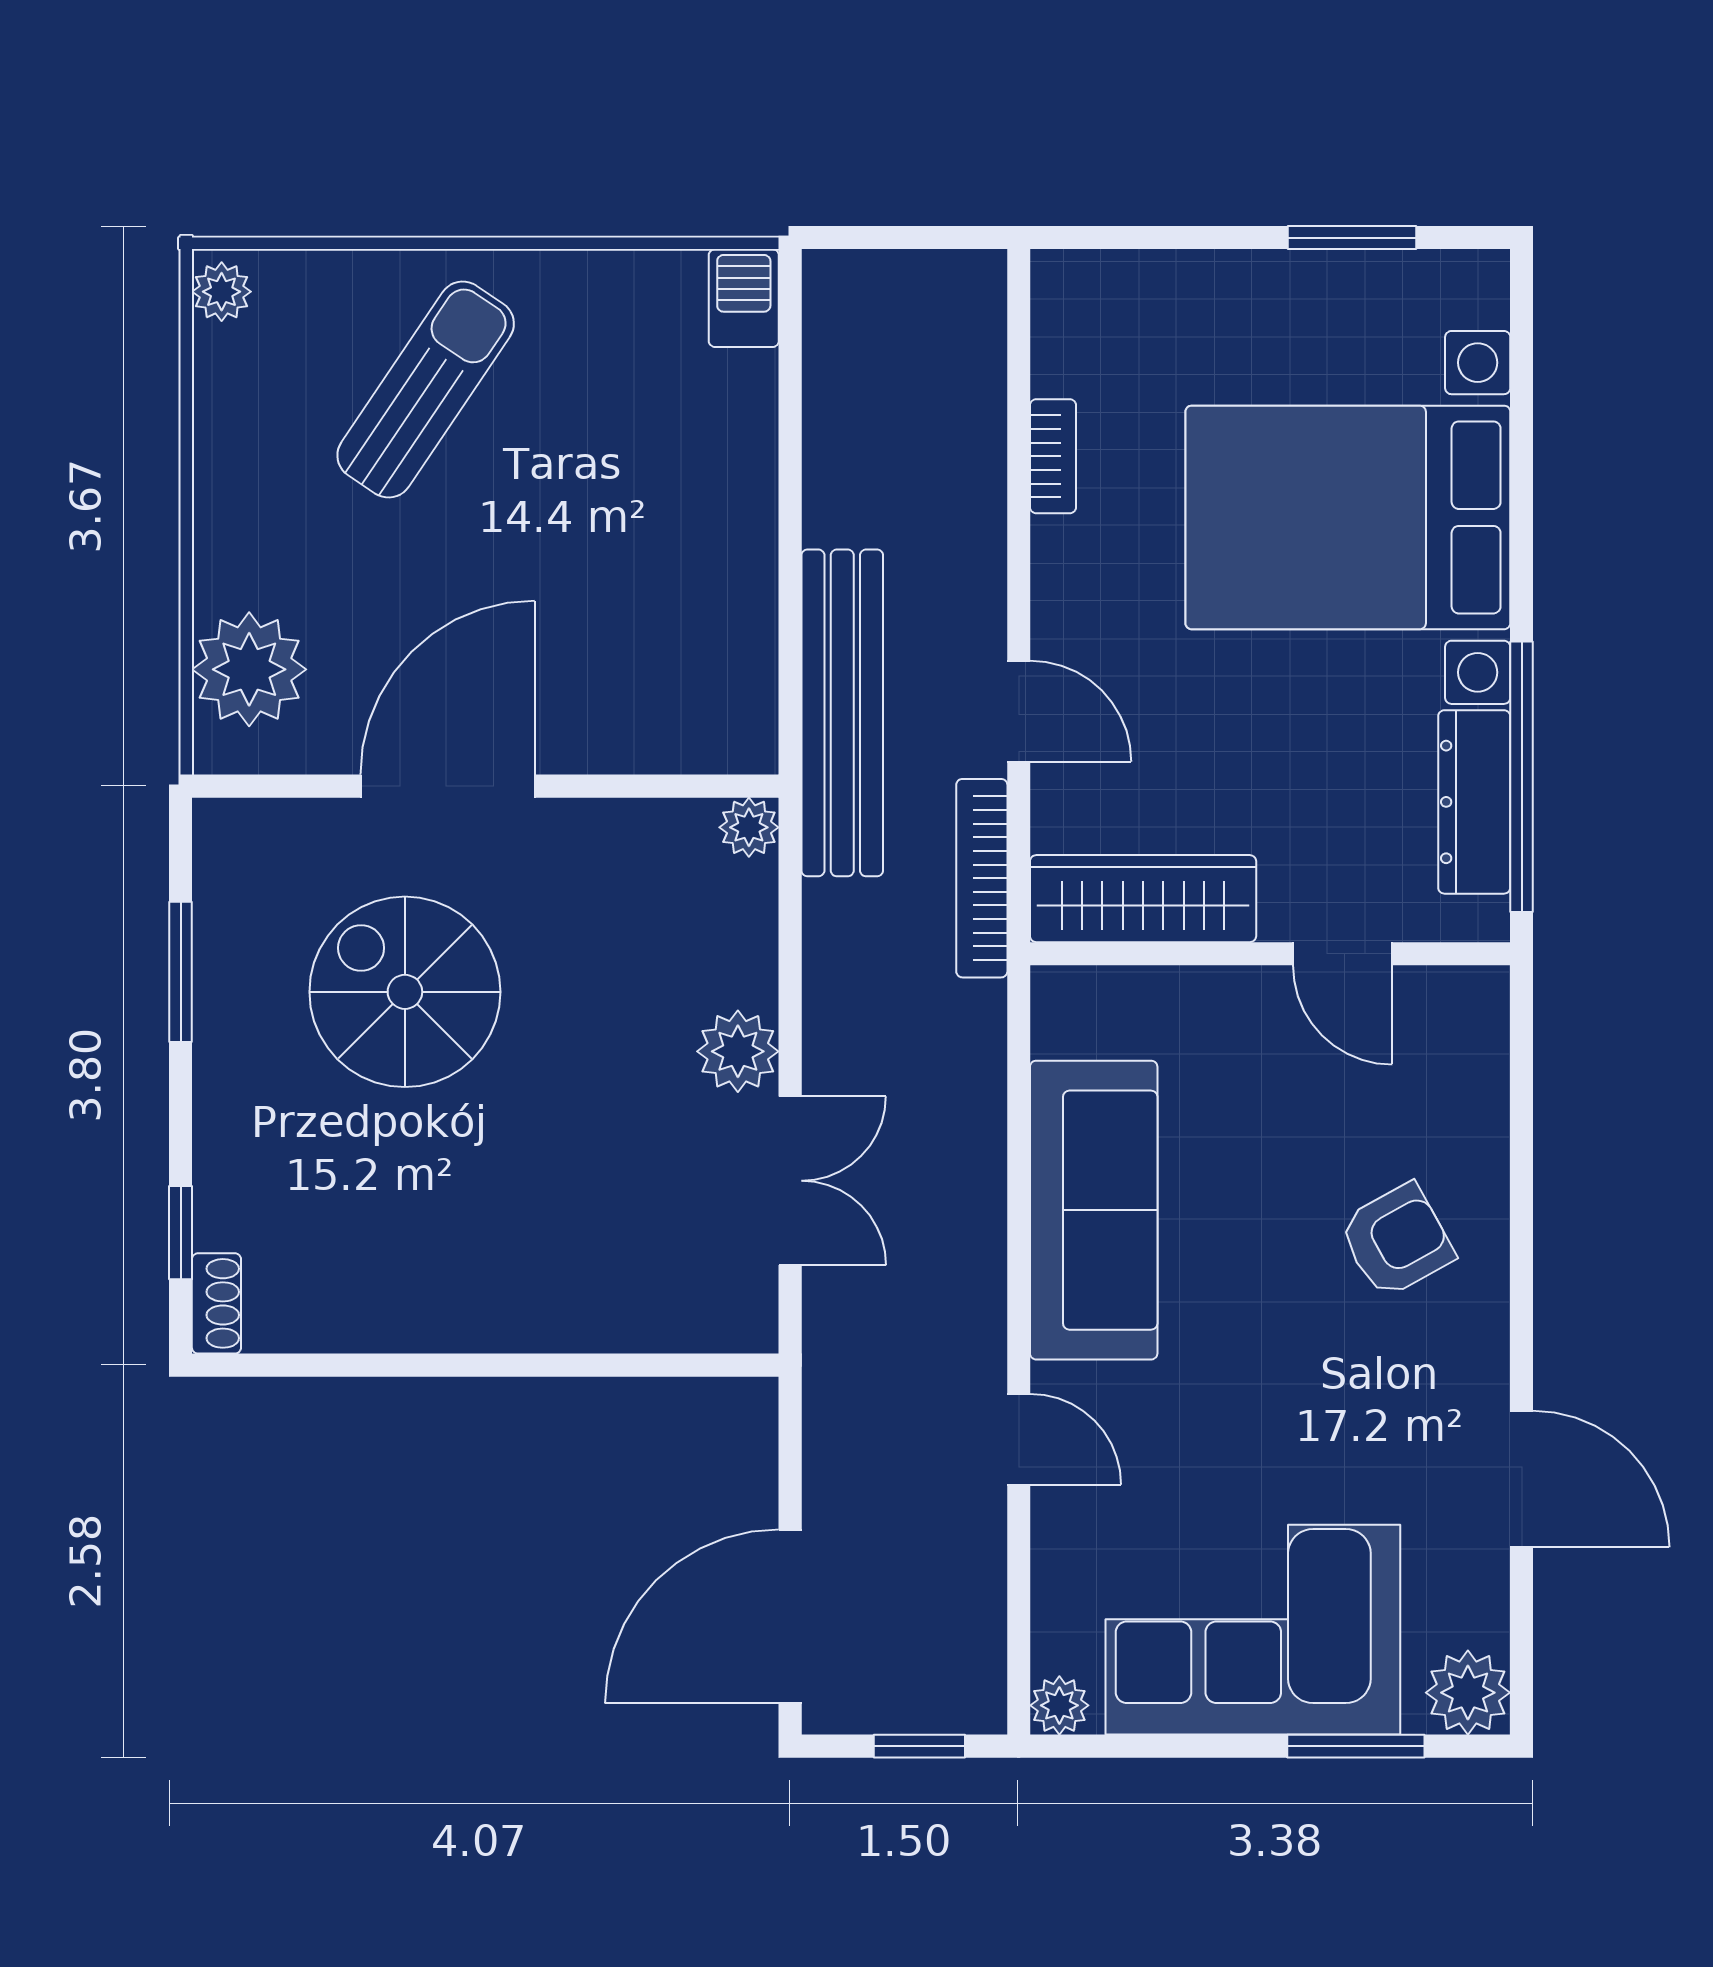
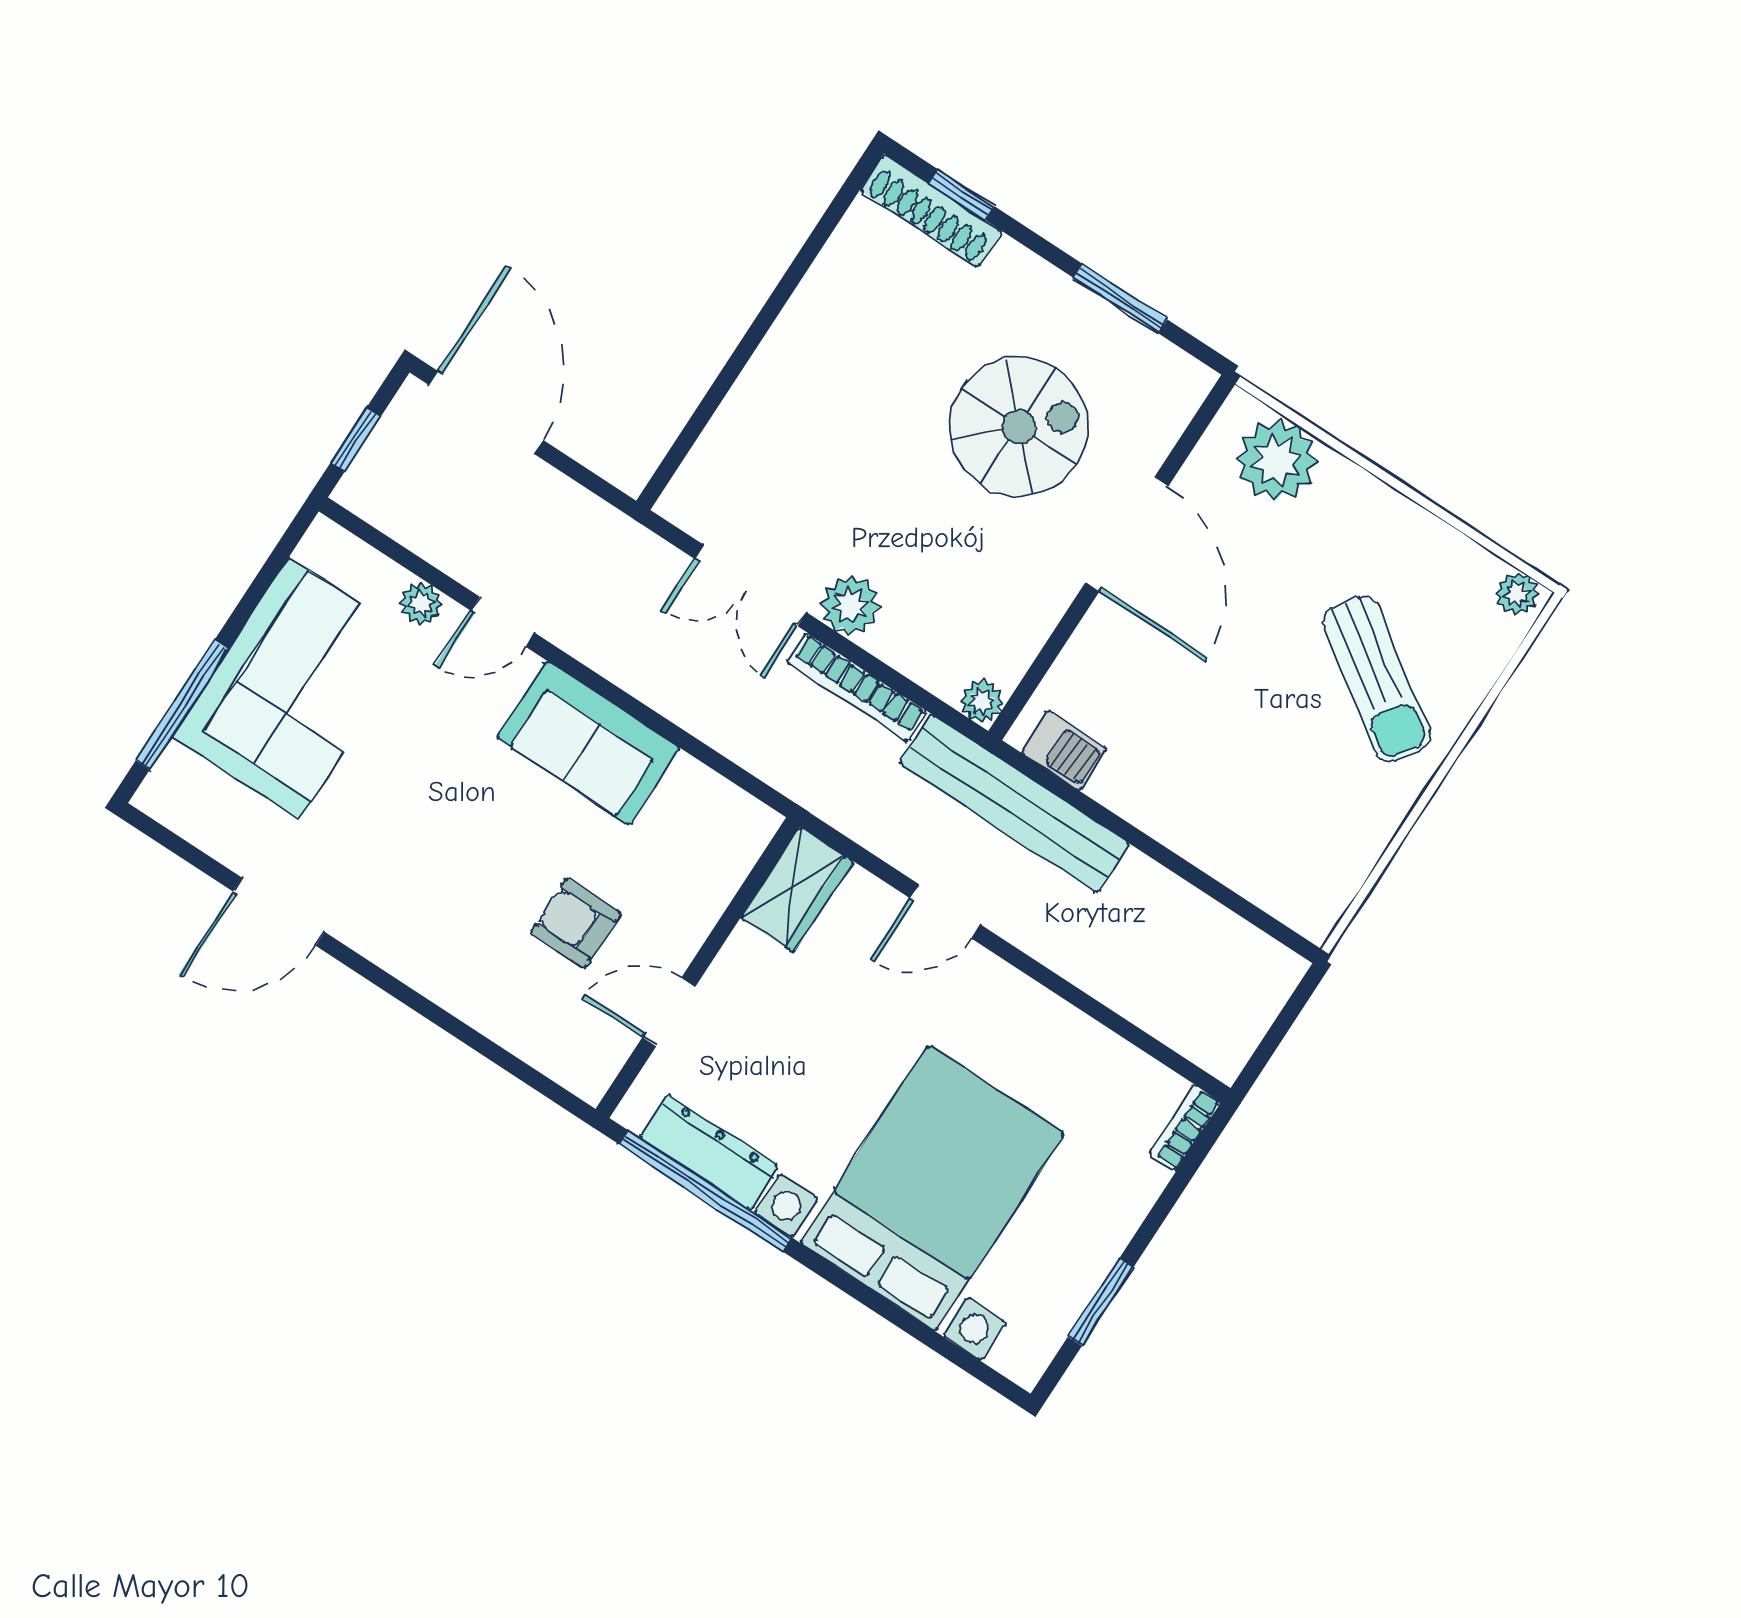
barbecue: (744, 298) -> (1064, 751), moved
bookcase: (1053, 456) -> (1185, 1128), moved, turned 90
bookcase: (982, 878) -> (857, 687), moved, turned 180
wardrobe: (1143, 899) -> (797, 890), width x0.67
sofa: (1094, 1210) -> (588, 743), width x0.73
armchair: (1397, 1240) -> (576, 923), moved, turned 119
shoe rack: (216, 1303) -> (931, 211), width x1.94, depth x1.24
plant: (1468, 1693) -> (170, 794), removed
plant: (1059, 1705) -> (421, 604), moved
window: (1356, 1746) -> (182, 705), width x1.44

